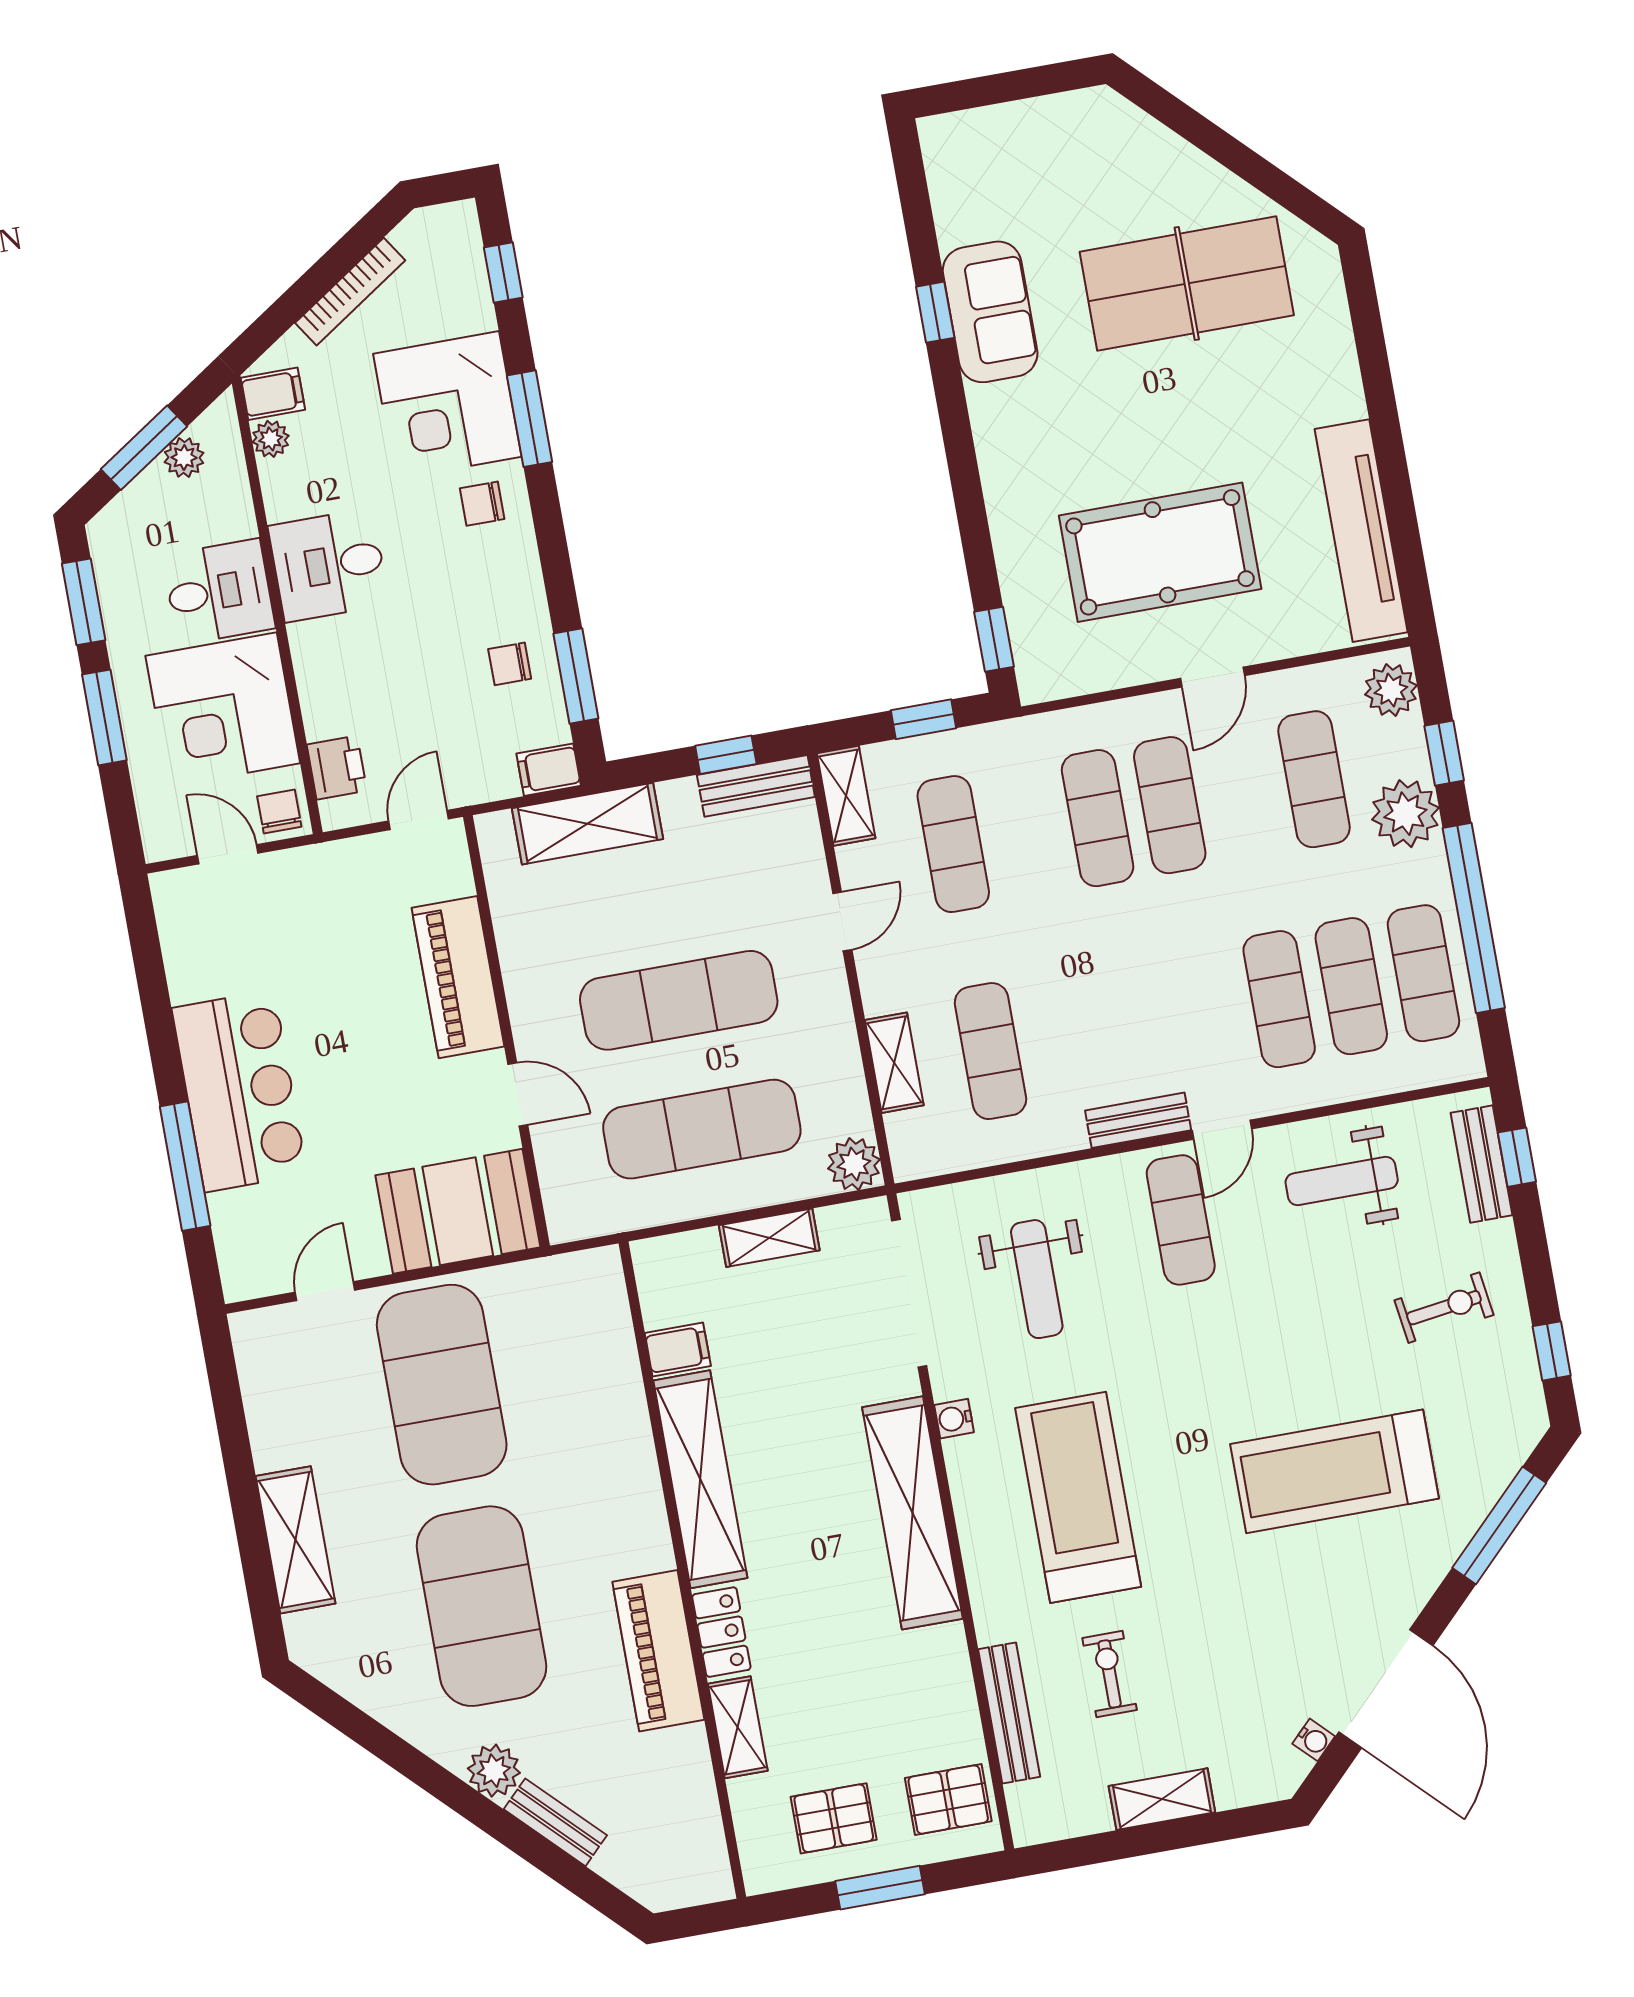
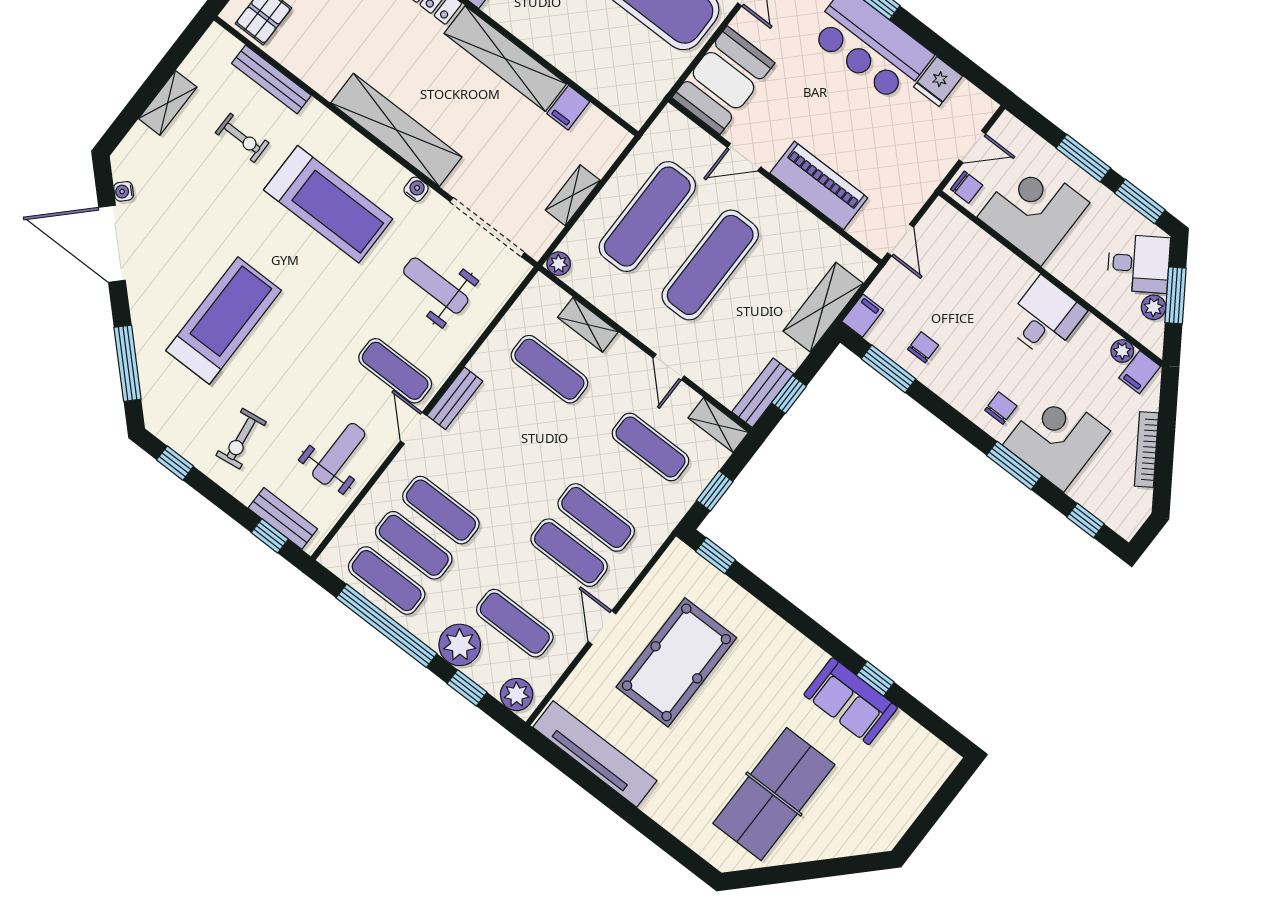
desk: (219, 592) -> (1139, 264), moved, turned -124
printer: (337, 768) -> (959, 230), removed
fridge: (197, 972) -> (938, 82), added
plant: (854, 1164) -> (559, 264), width x0.73, depth x0.73

